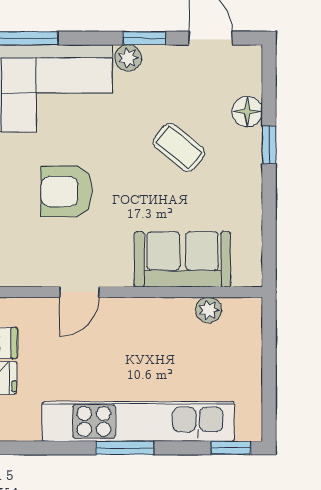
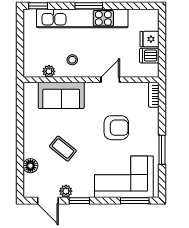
plant: (128, 58) -> (66, 191), moved
window: (269, 145) -> (20, 150), removed
stool: (159, 334) -> (72, 60), added

